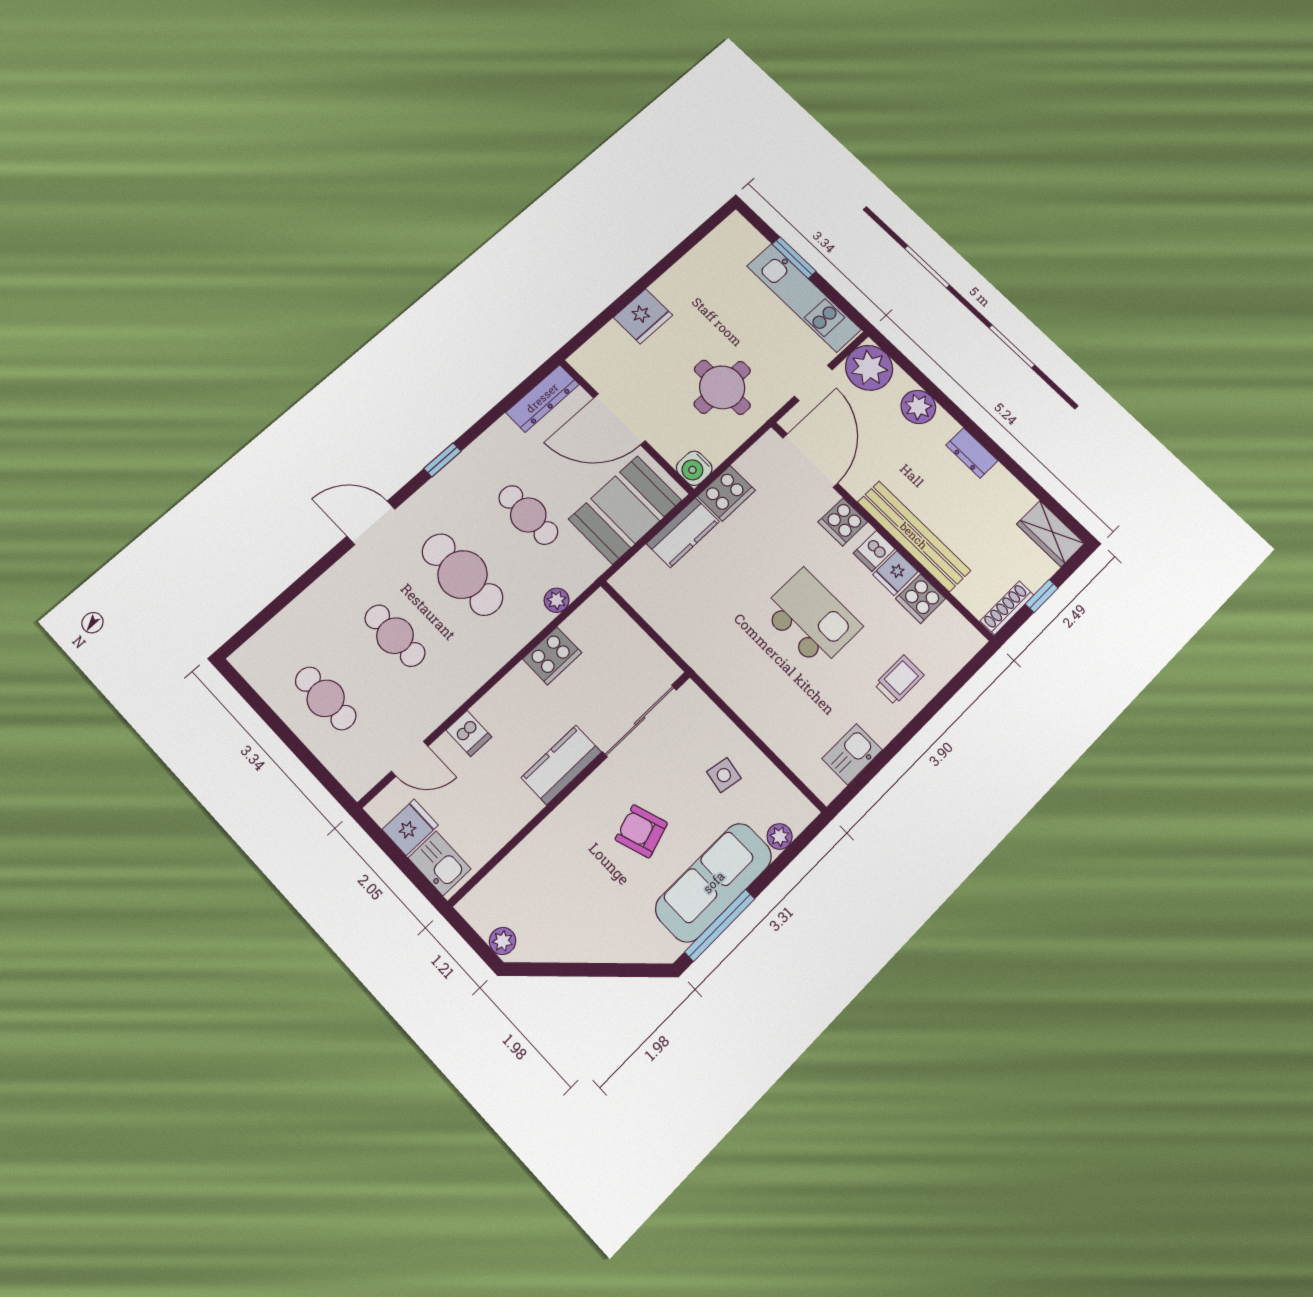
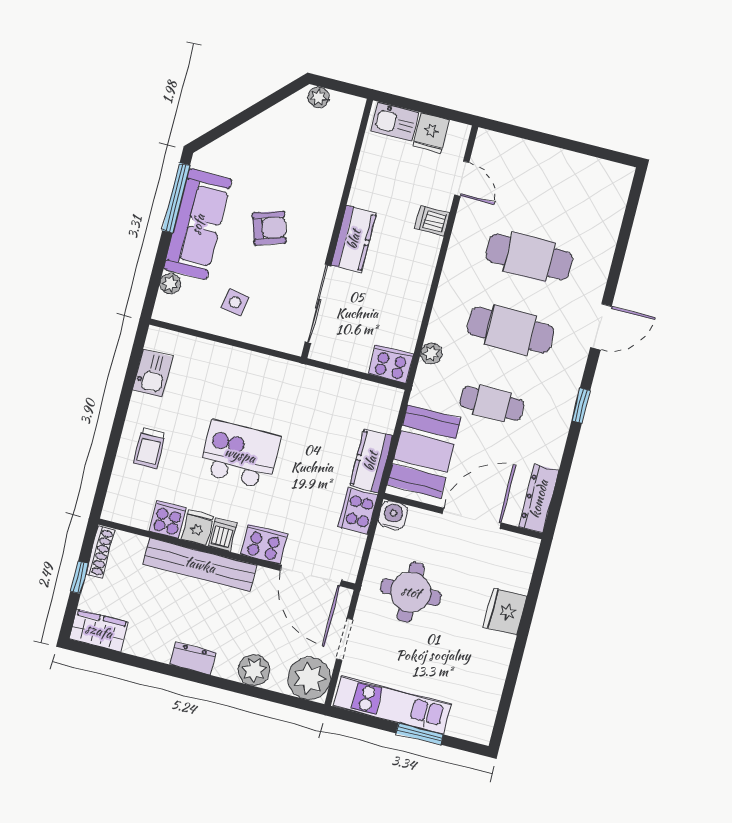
cooker: (843, 522) -> (264, 544), width x1.36
kitchen island: (811, 618) -> (240, 455), turned 180
cafe table: (395, 636) -> (529, 257), width x1.37, depth x1.35
cooker: (552, 656) -> (391, 364), moved, turned 90
cafe table: (326, 698) -> (548, 183), removed
door: (410, 759) -> (462, 179), swing flipped

